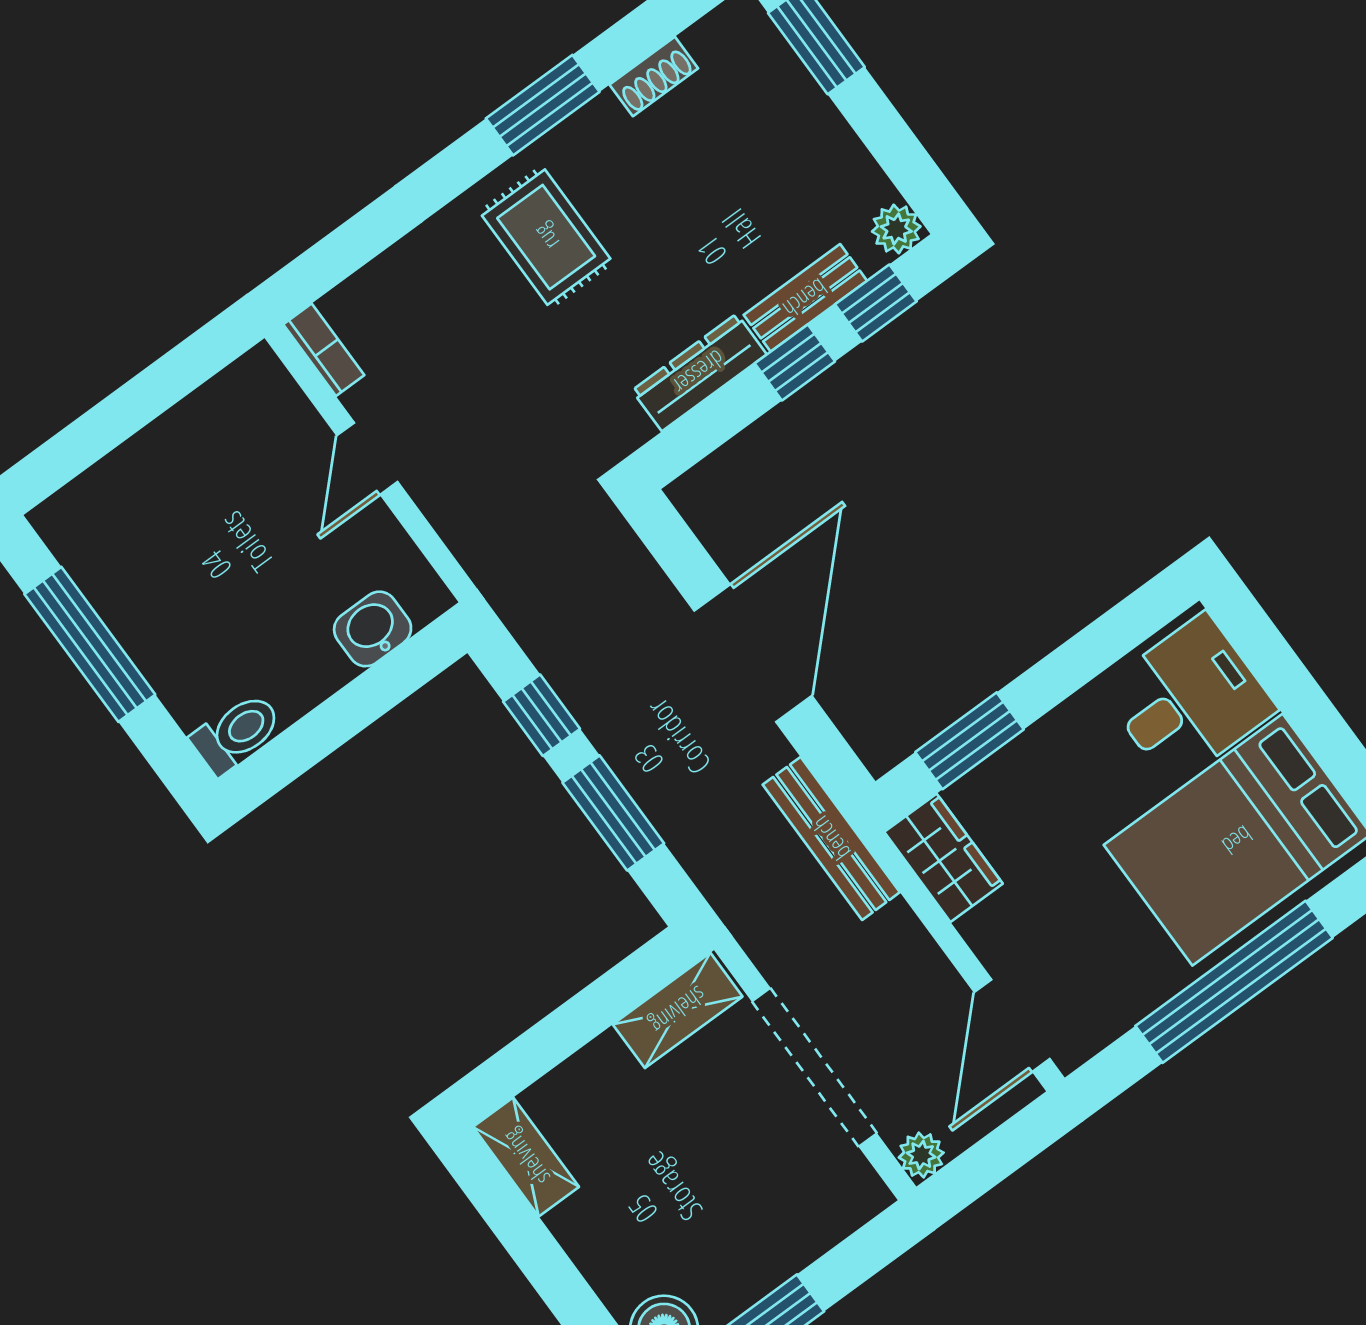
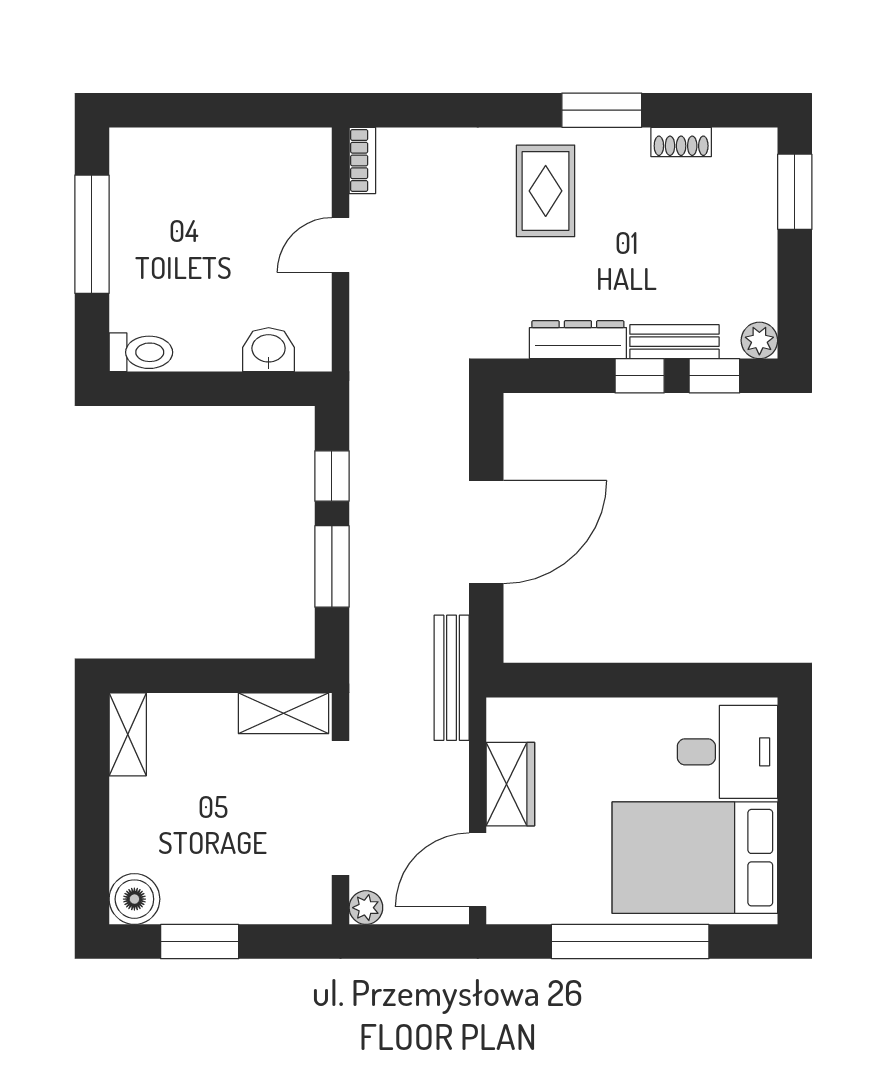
window: (970, 741) -> (578, 680), removed
wardrobe: (944, 858) -> (510, 784), moved

